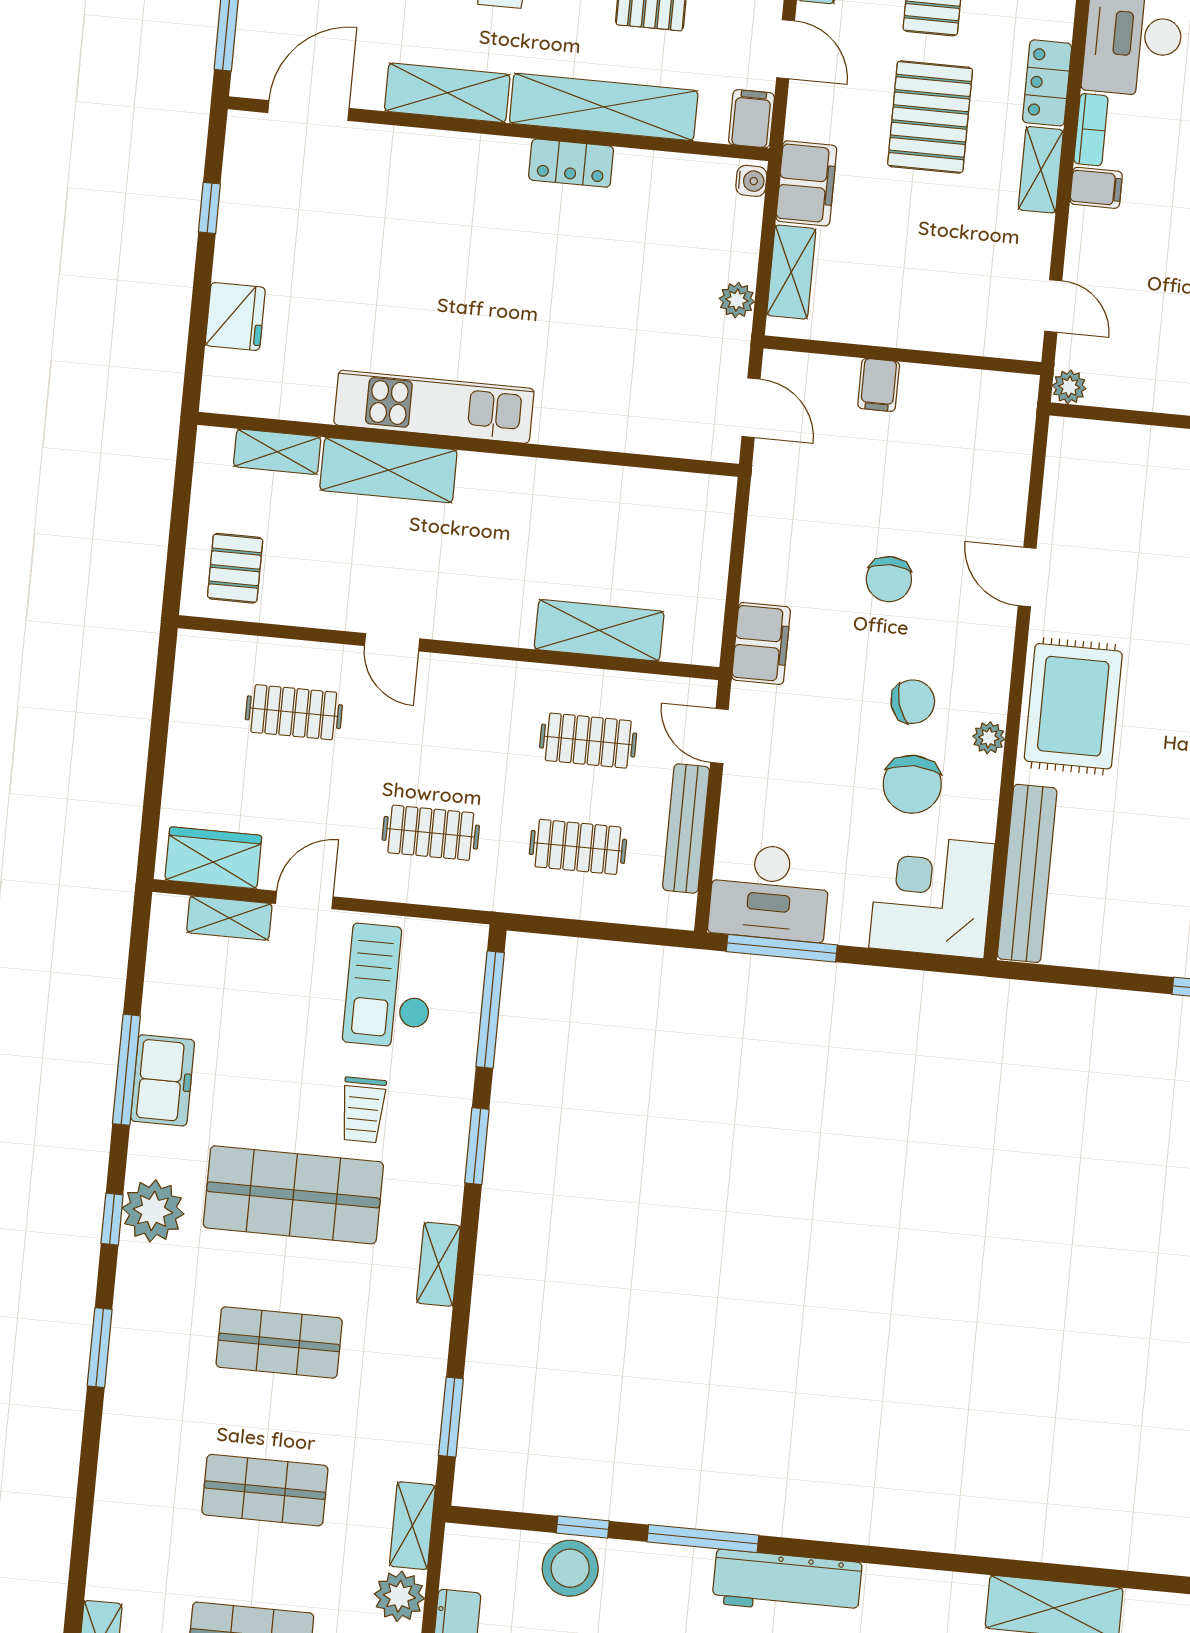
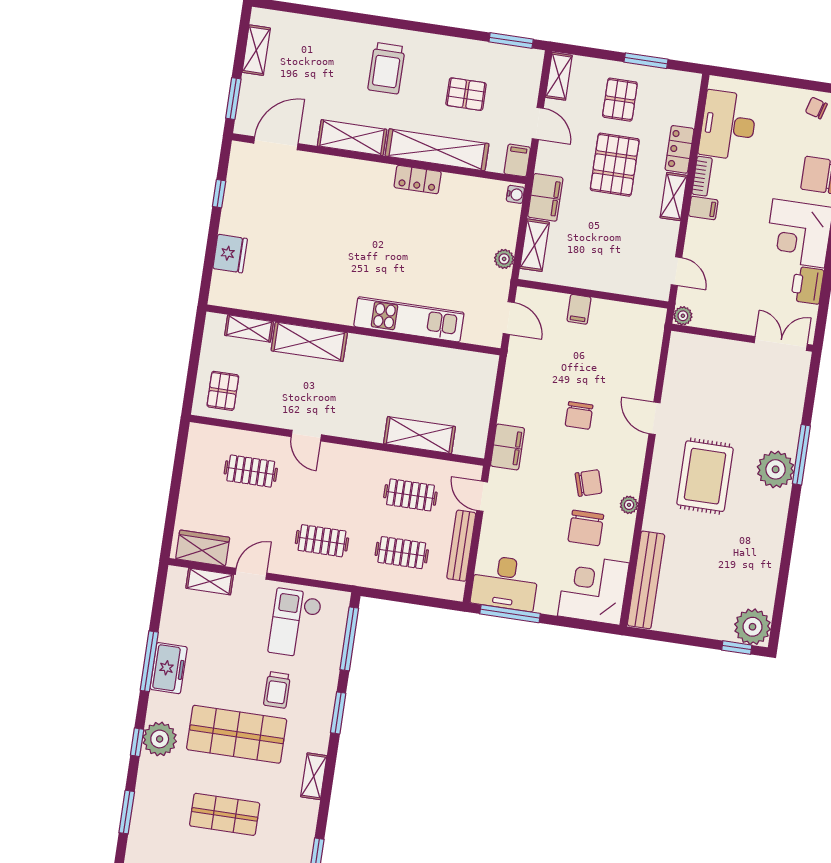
kitchen unit: (434, 407) -> (409, 319), moved
rug: (1073, 706) -> (705, 476), moved

